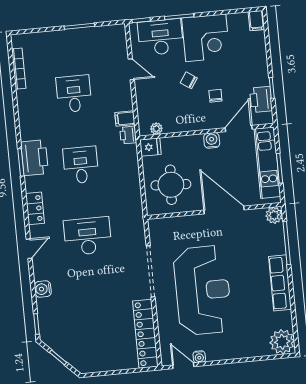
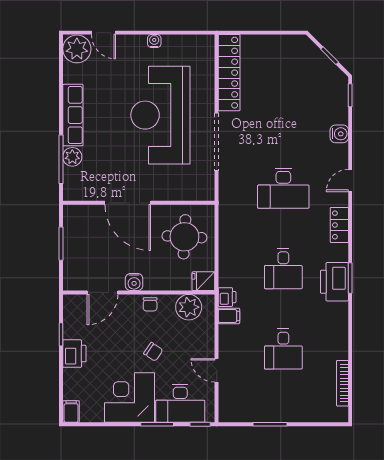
chair: (215, 96) -> (150, 304), moved
printer: (261, 99) -> (74, 354), moved
plant: (156, 129) -> (189, 307), width x1.88, depth x1.88
kitchen unit: (267, 163) -> (74, 251), removed
plant: (274, 215) -> (72, 157), moved
water cooler: (199, 357) -> (154, 41), moved
door: (183, 366) -> (103, 33), moved

